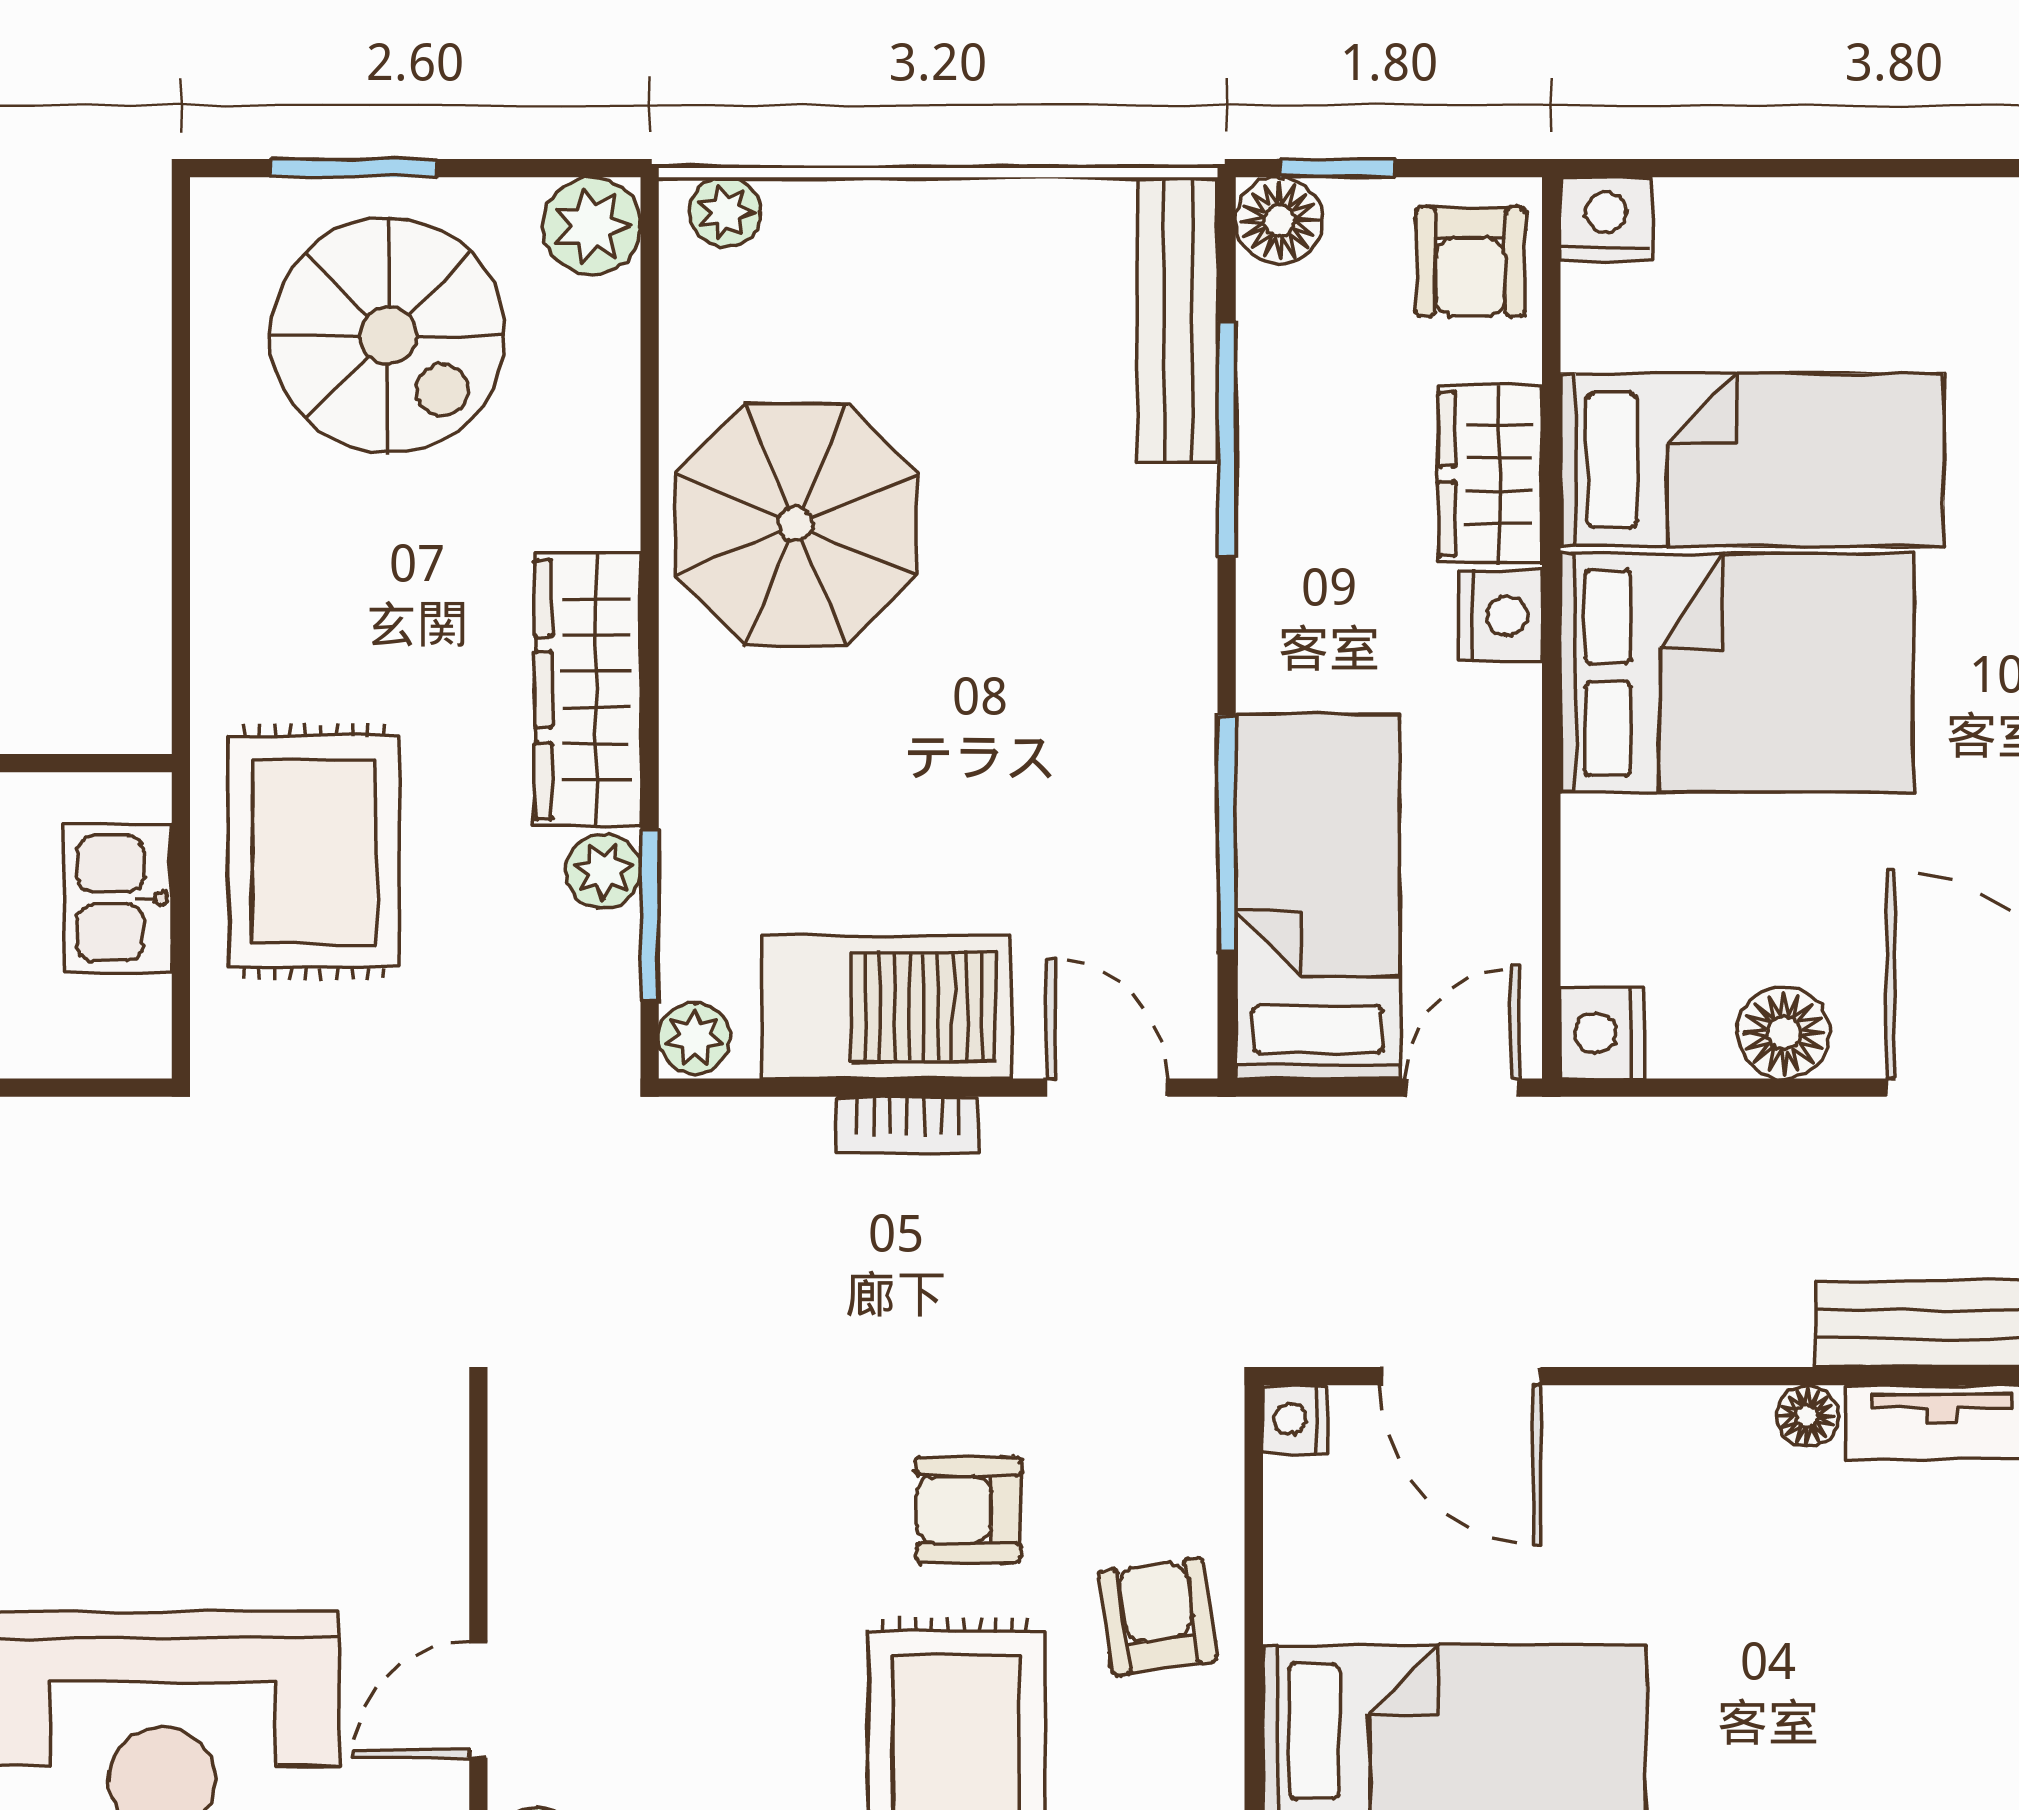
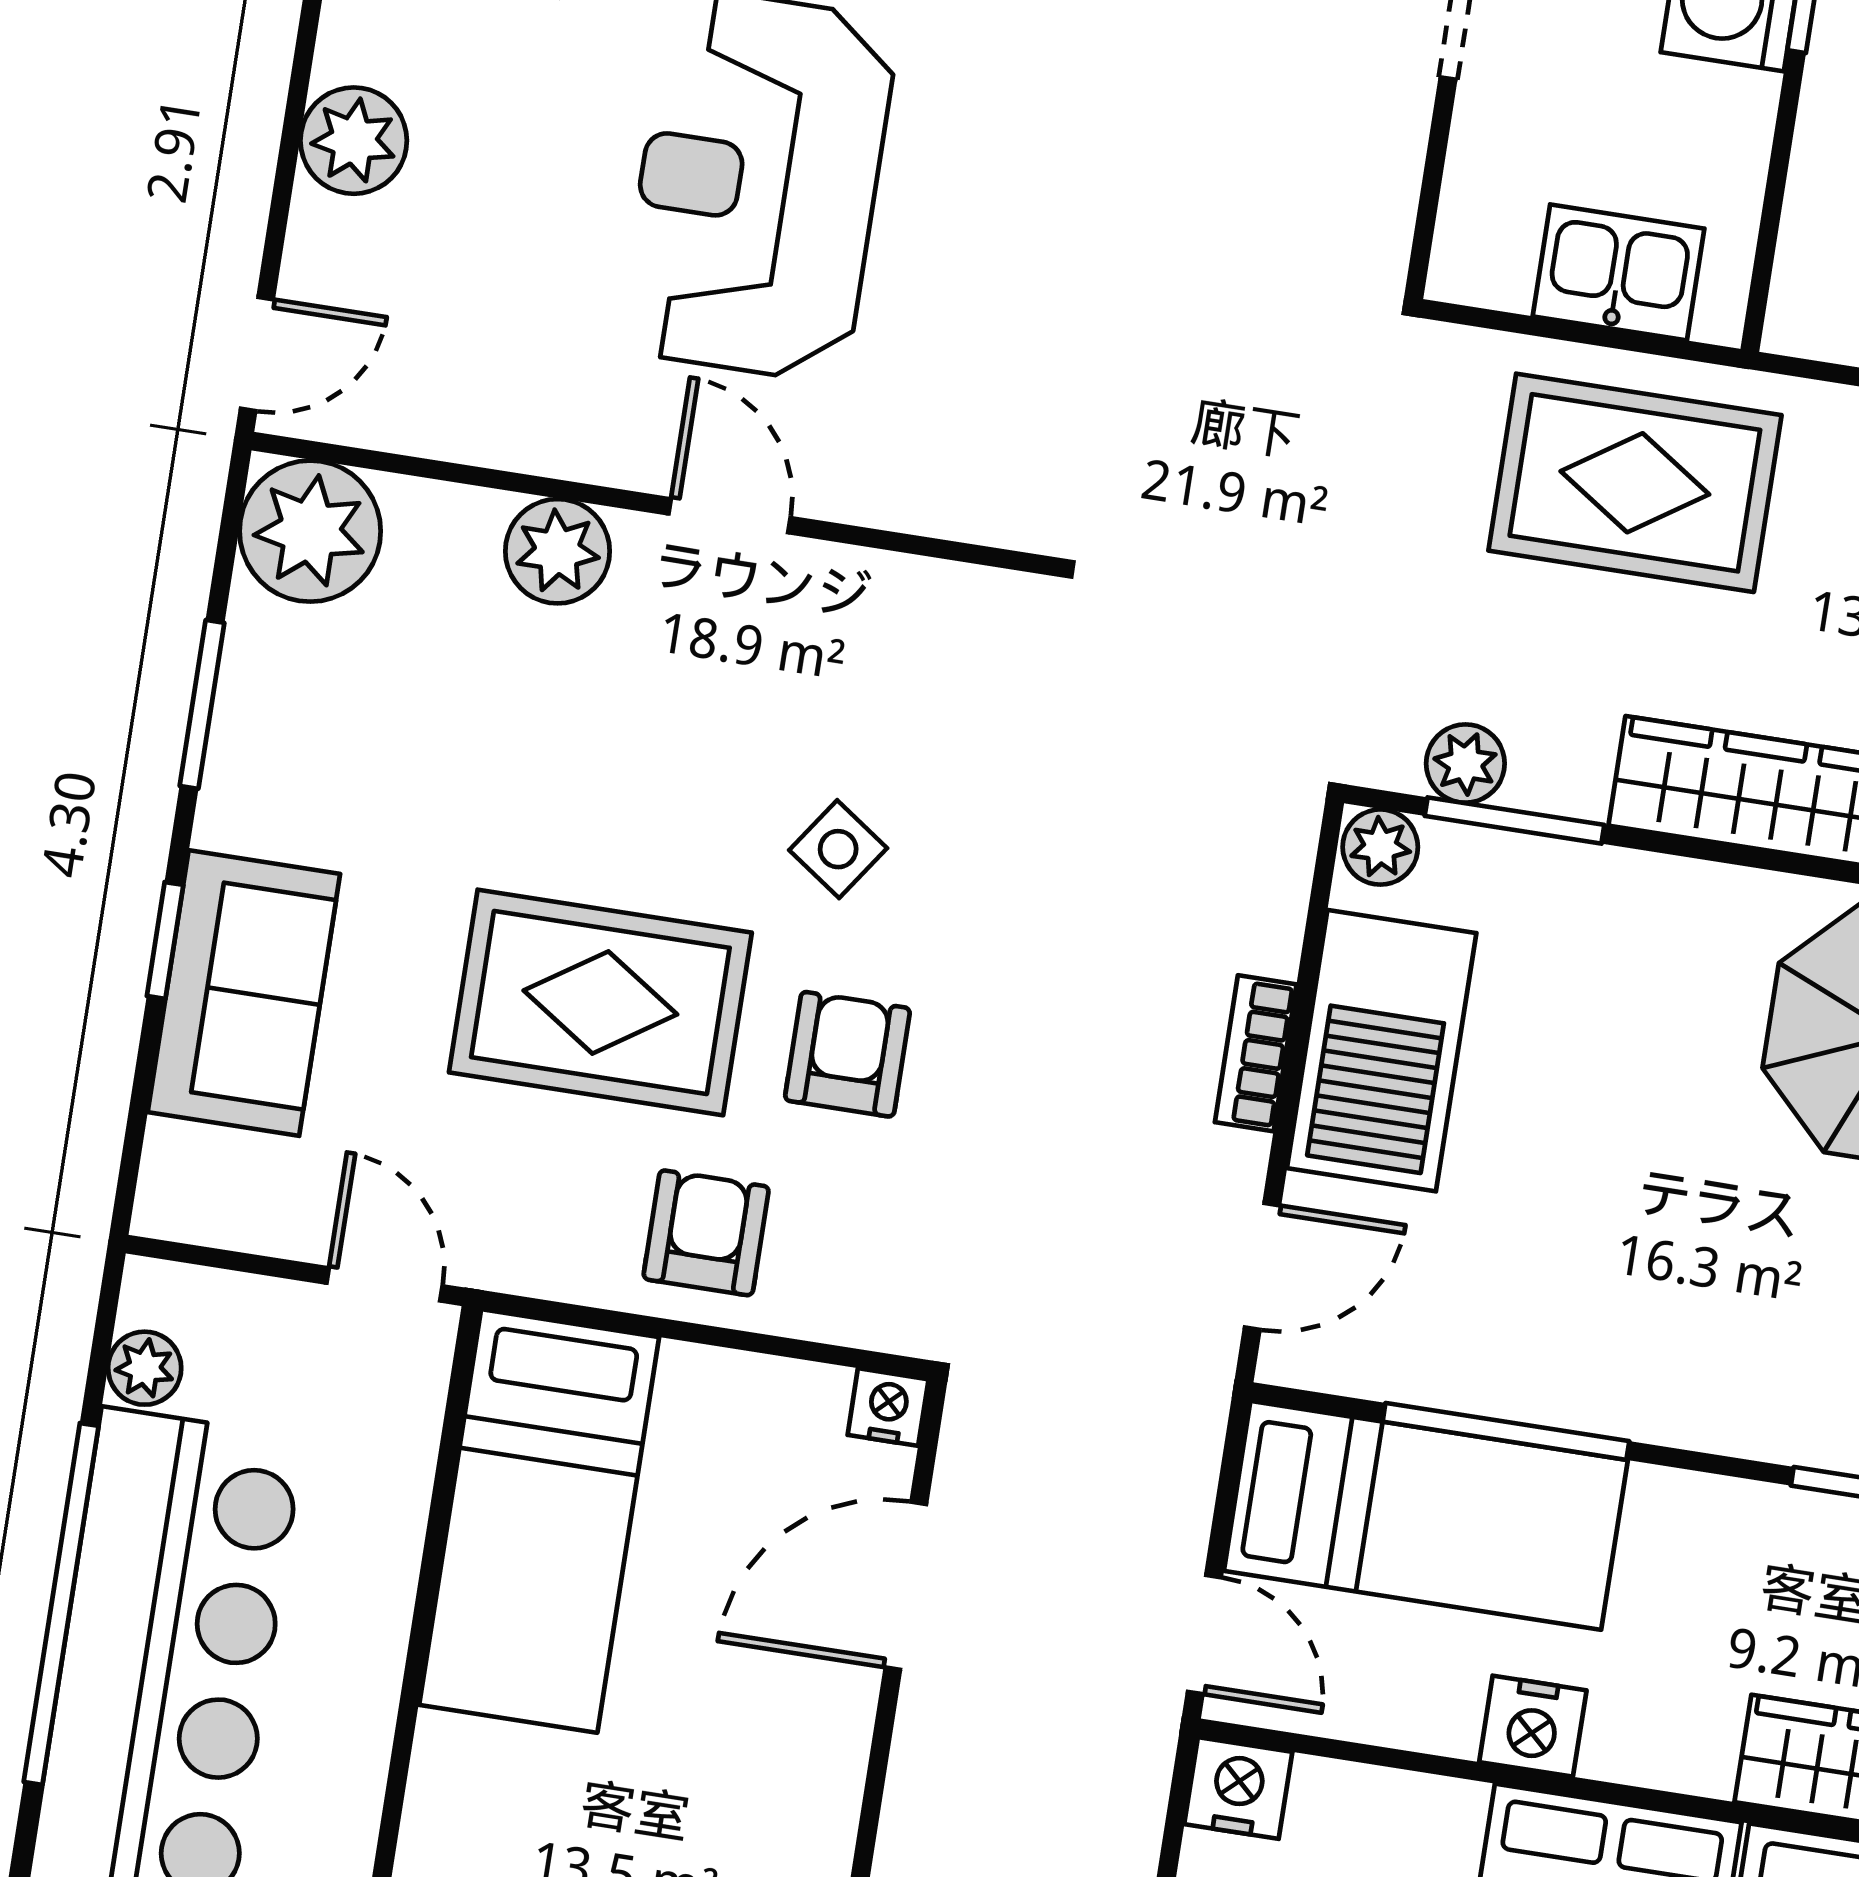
nightstand: (1500, 616) -> (1533, 1726), moved
plant: (603, 871) -> (1465, 764), moved
side table: (777, 1549) -> (838, 849), added
armchair: (1158, 1616) -> (706, 1233), turned -82

